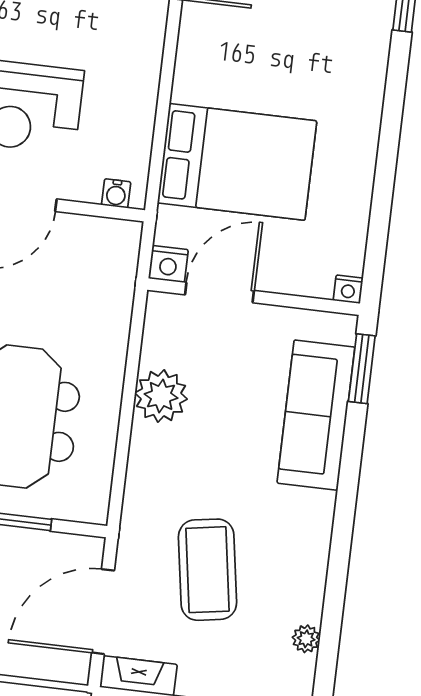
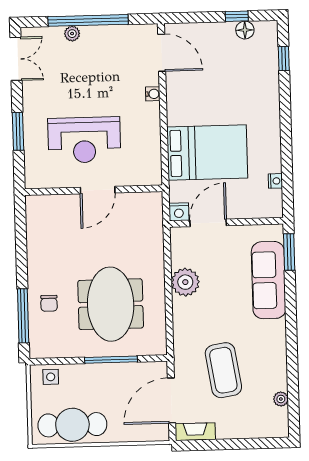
water cooler: (116, 193) -> (153, 94), moved, turned -90
nightstand: (348, 289) -> (275, 181), moved, turned -90

